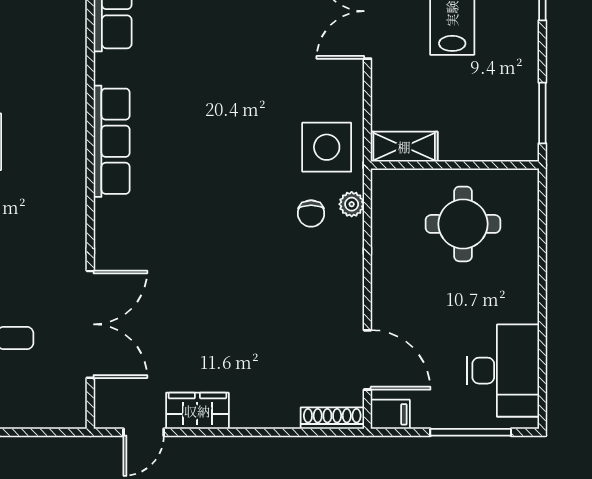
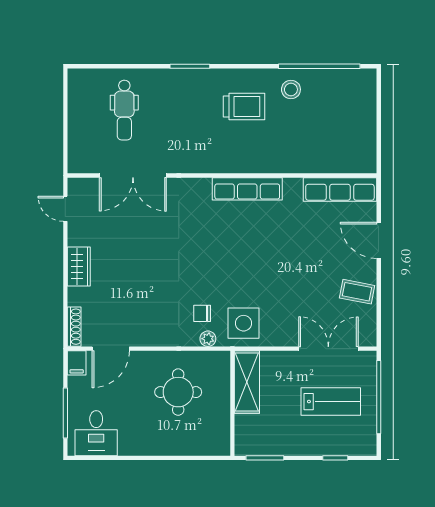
shelving: (404, 147) -> (247, 382), width x1.50, depth x1.33
round table: (463, 224) -> (178, 392), moved
desk: (503, 371) -> (96, 433), width x0.73
wardrobe: (197, 411) -> (79, 266), moved

